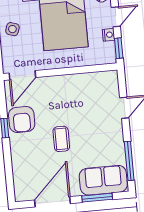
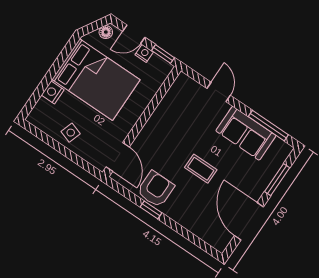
door: (116, 17) -> (134, 34), swing flipped
armchair: (22, 119) -> (156, 189), turned -90
sofa: (103, 180) -> (246, 133), moved, turned -90

